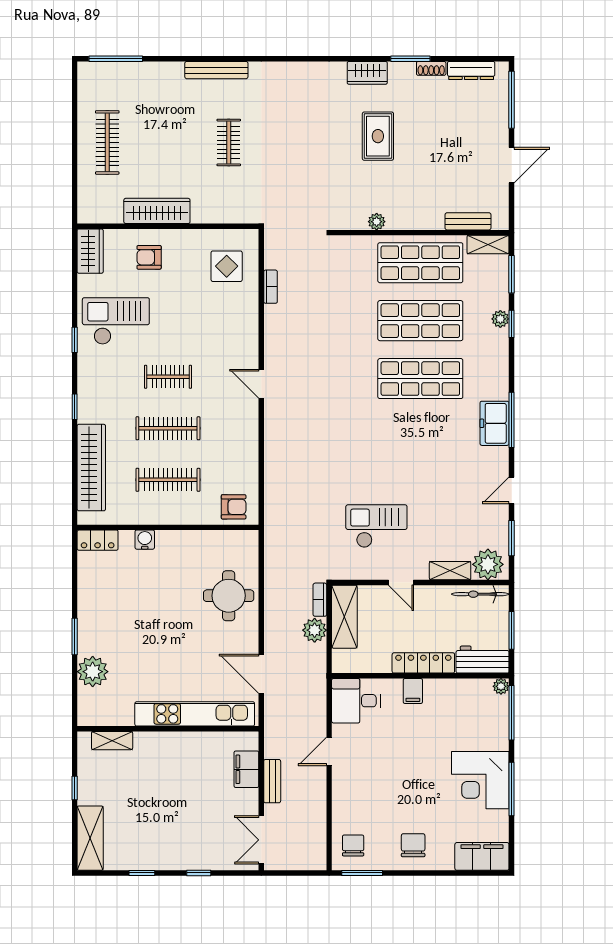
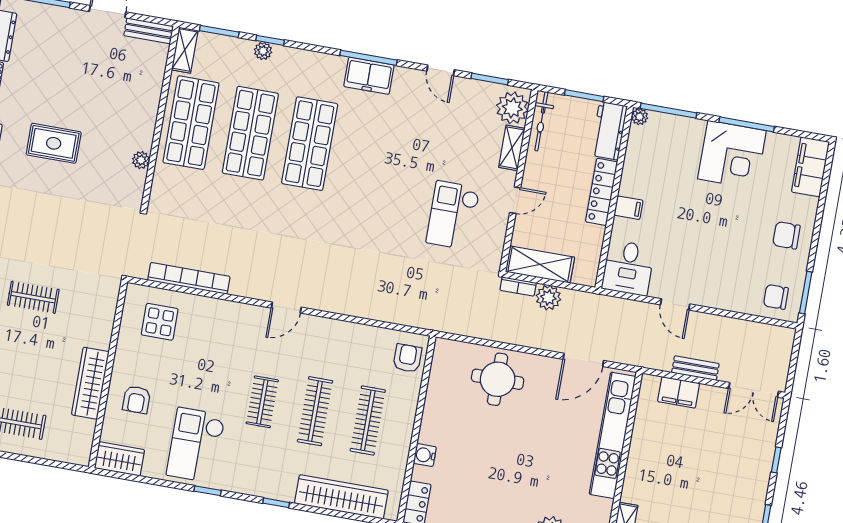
bench: (468, 221) -> (149, 31), moved, turned 90
bookcase: (271, 287) -> (189, 278), width x2.31, depth x1.31

